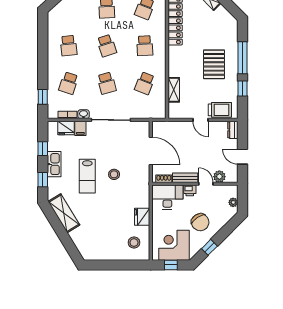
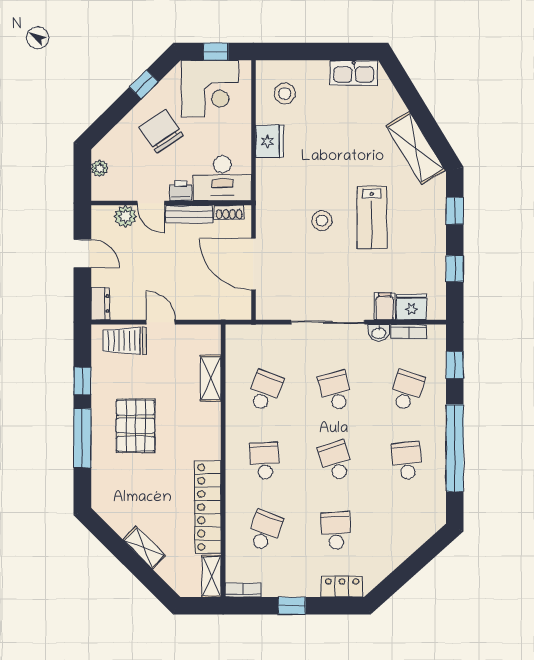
window: (43, 52) -> (455, 448), added
kitchen sink: (54, 164) -> (354, 73), moved, turned -90
lab bench: (87, 176) -> (372, 217), turned 180

